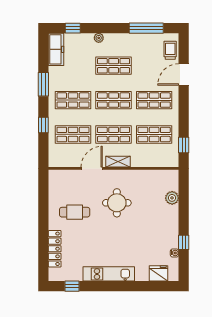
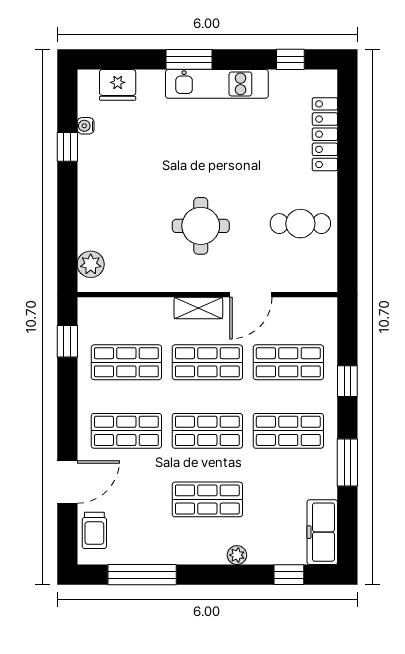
plant: (172, 198) -> (91, 264), moved
cafe table: (75, 212) -> (300, 224), moved
window: (123, 286) -> (189, 59), added

